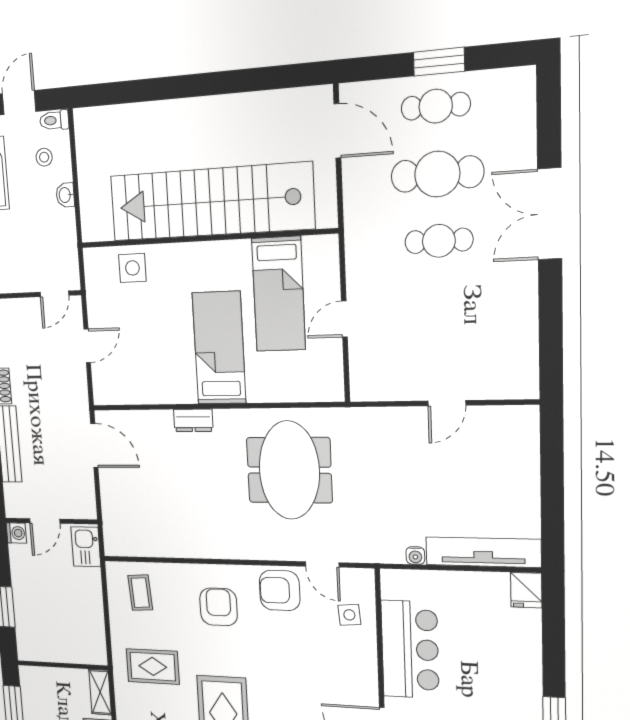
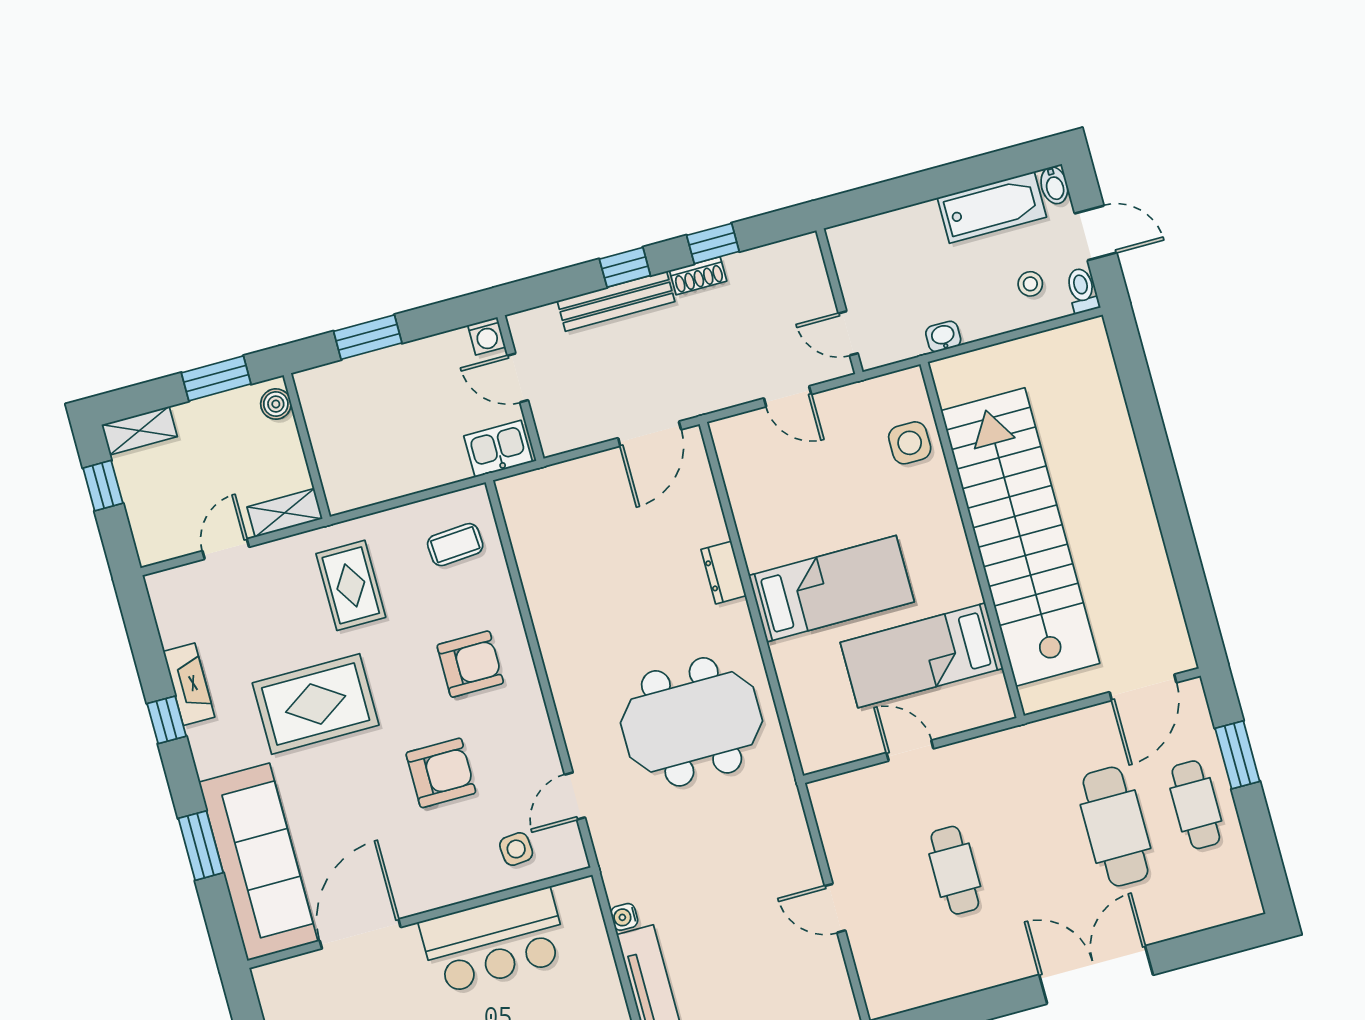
window: (439, 62) -> (1237, 755), moved
washbasin: (65, 195) -> (943, 337), moved
cafe table: (439, 241) -> (955, 870), moved
armchair: (280, 590) -> (441, 773), moved, turned 90
boiler: (34, 675) -> (276, 404), added

